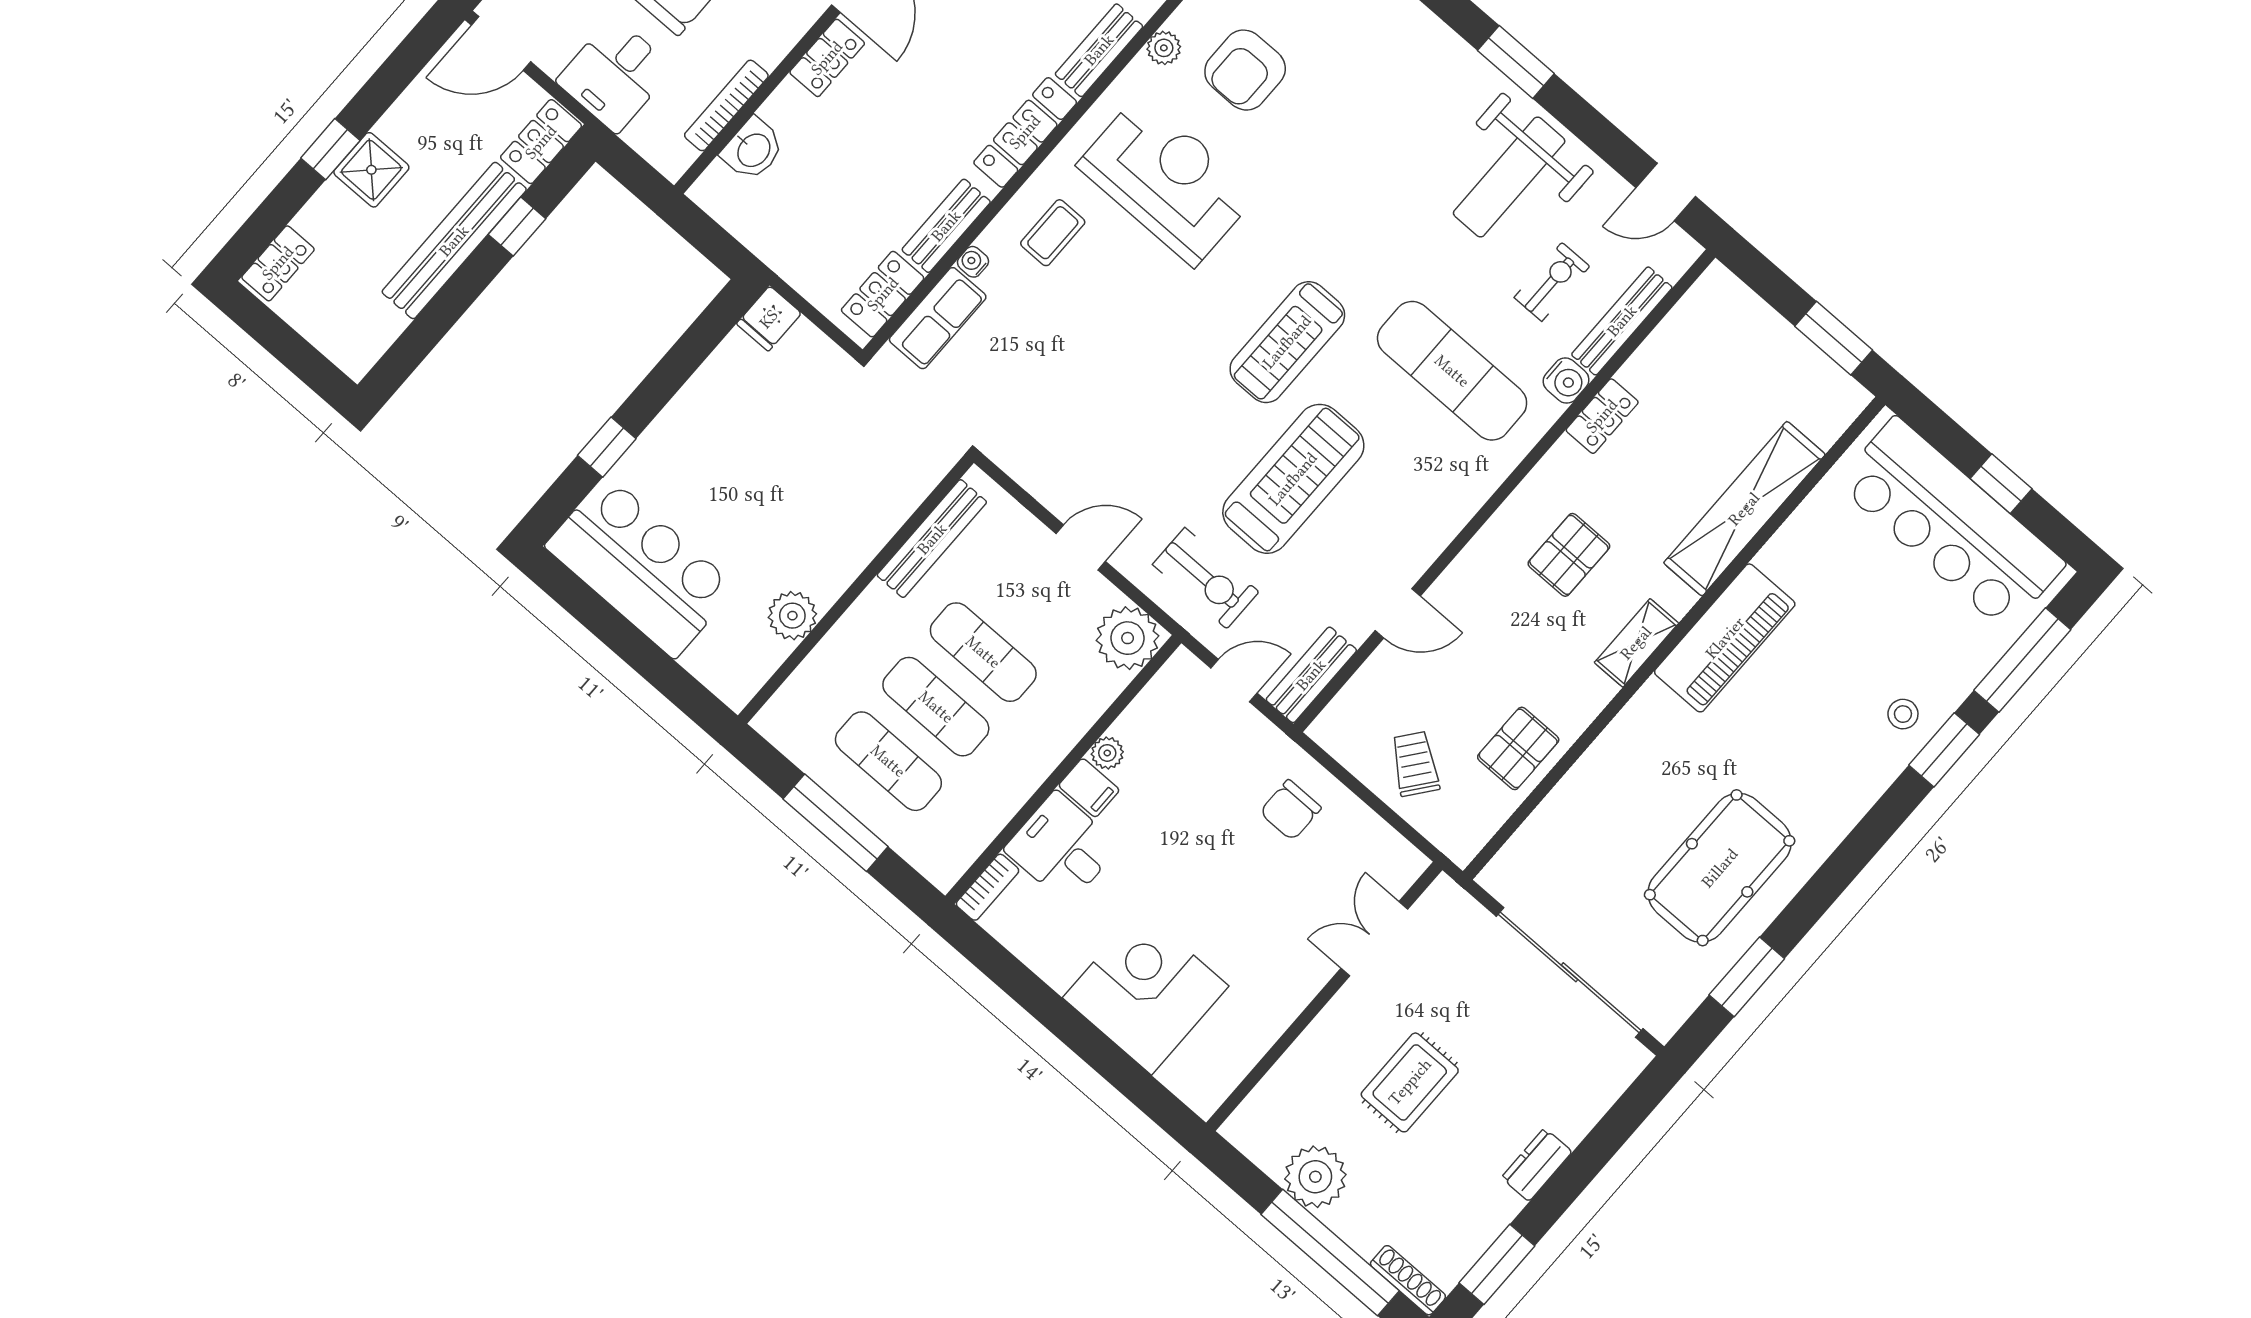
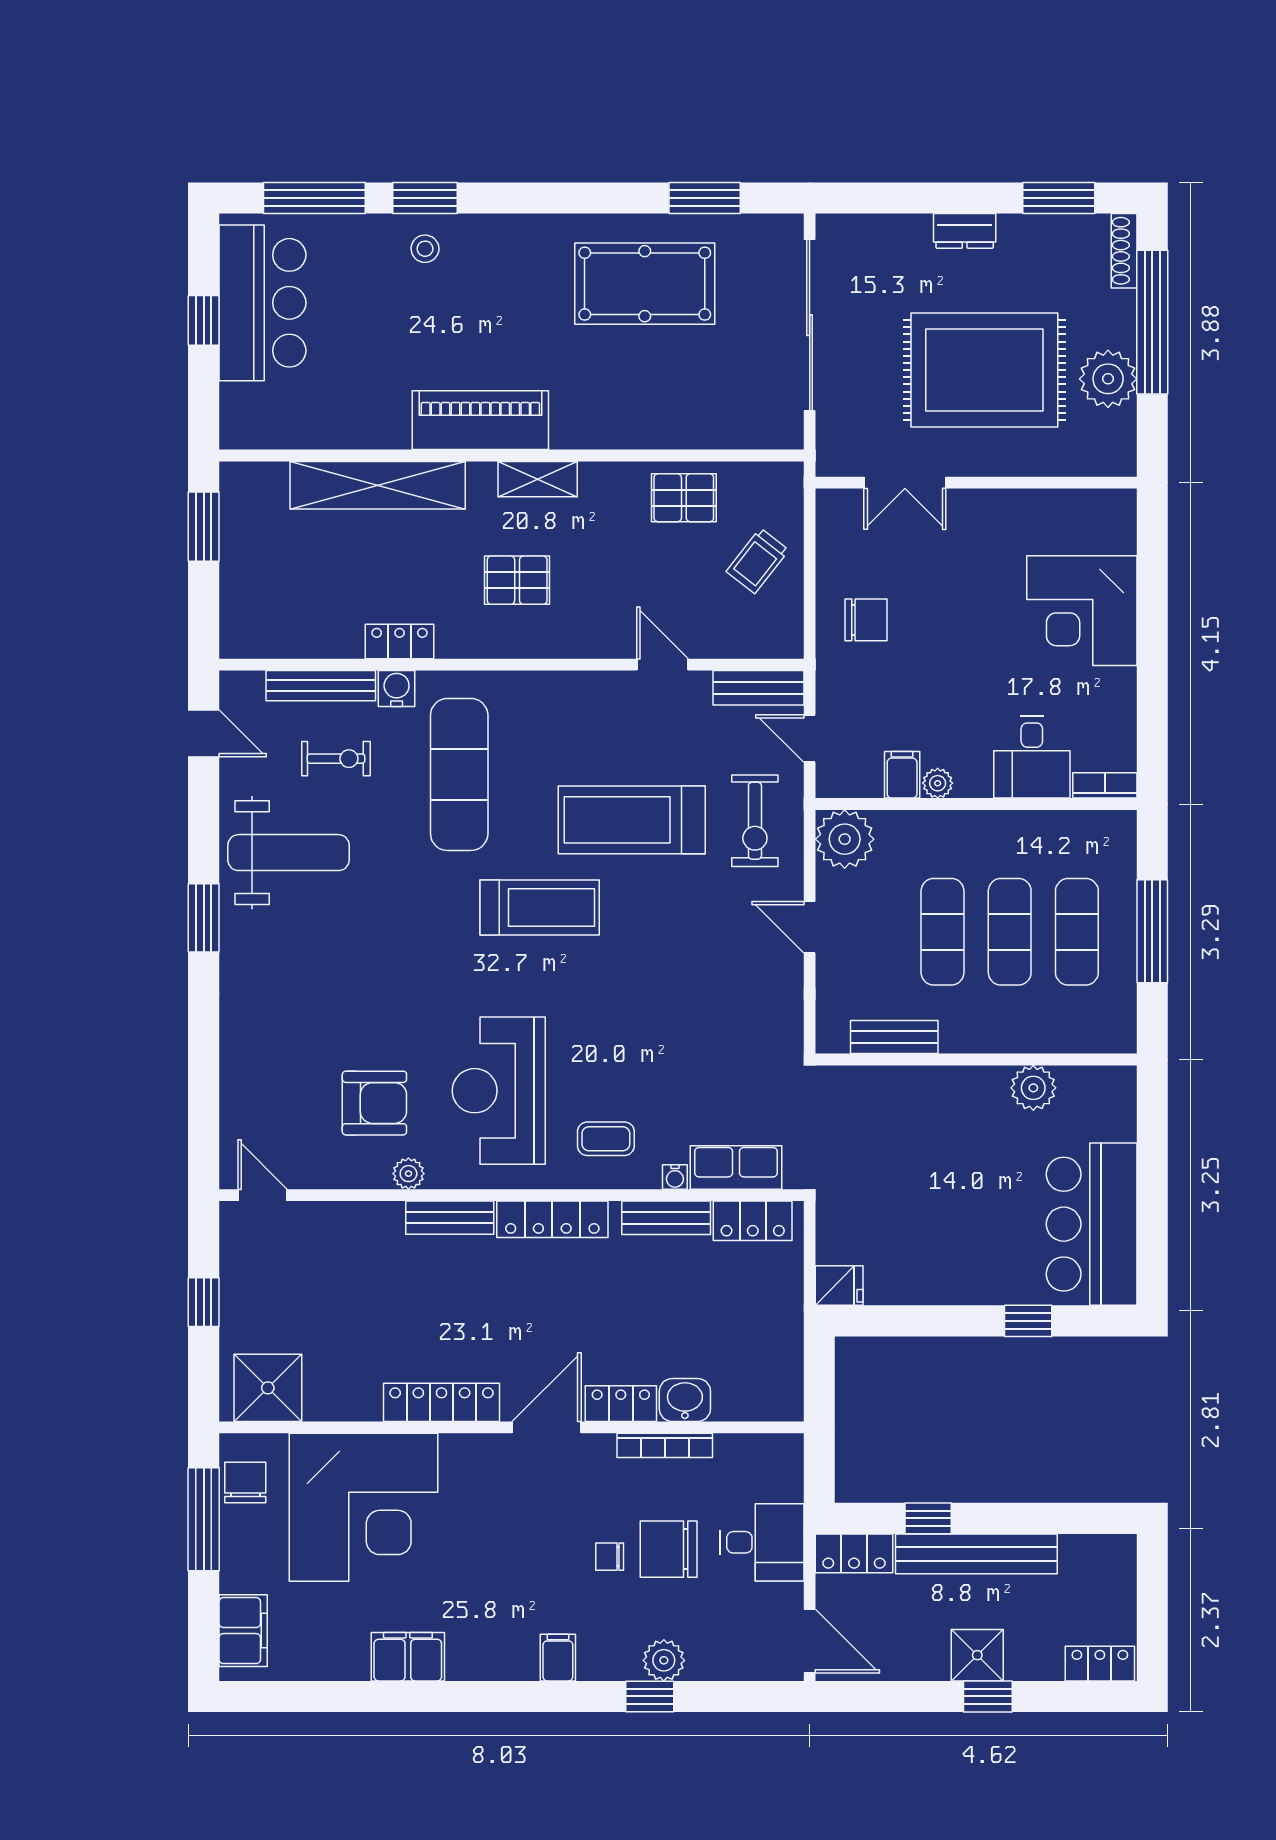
bookcase: (726, 105) -> (665, 1445), moved
washbasin: (753, 149) -> (685, 1400), moved
exercise bike: (1552, 282) -> (336, 759), turned 180
bar counter: (1951, 524) -> (262, 303), width x0.73
bench: (932, 539) -> (894, 1037), width x0.73
exercise bike: (1206, 578) -> (755, 821), turned 180
filing cabinet: (1089, 788) -> (902, 775), moved
rug: (1410, 1082) -> (984, 370), width x1.86, depth x2.06

